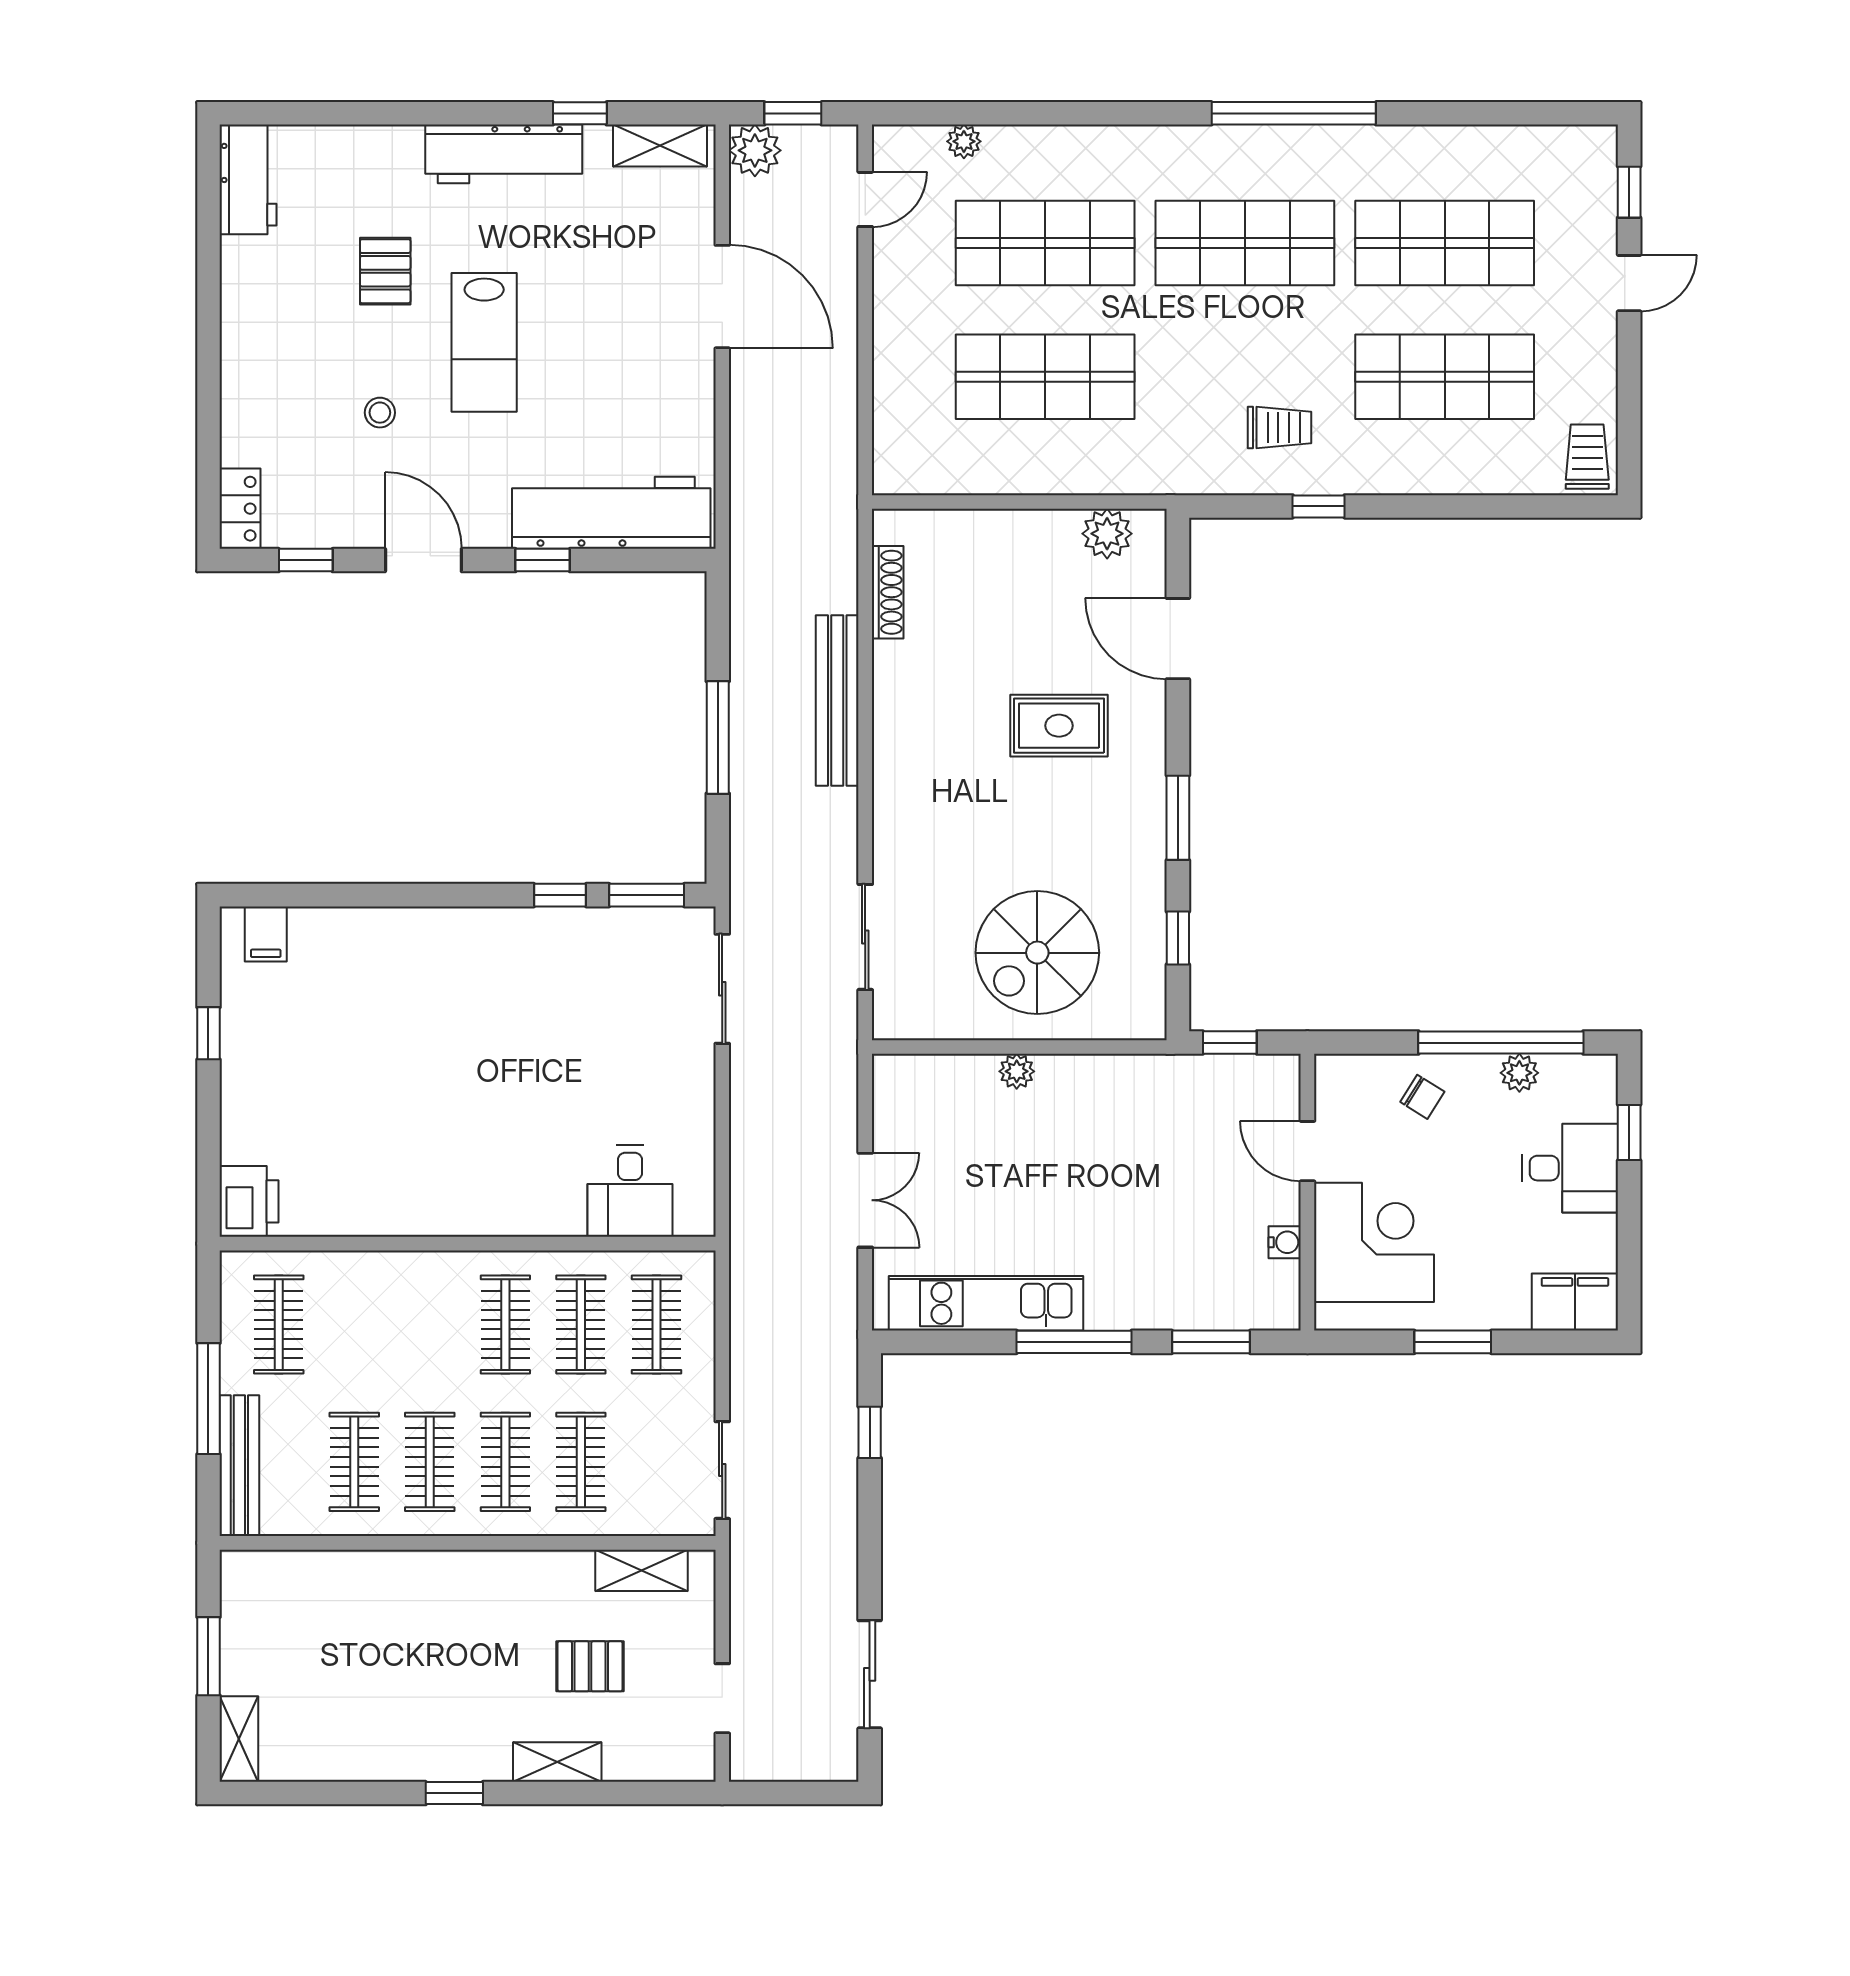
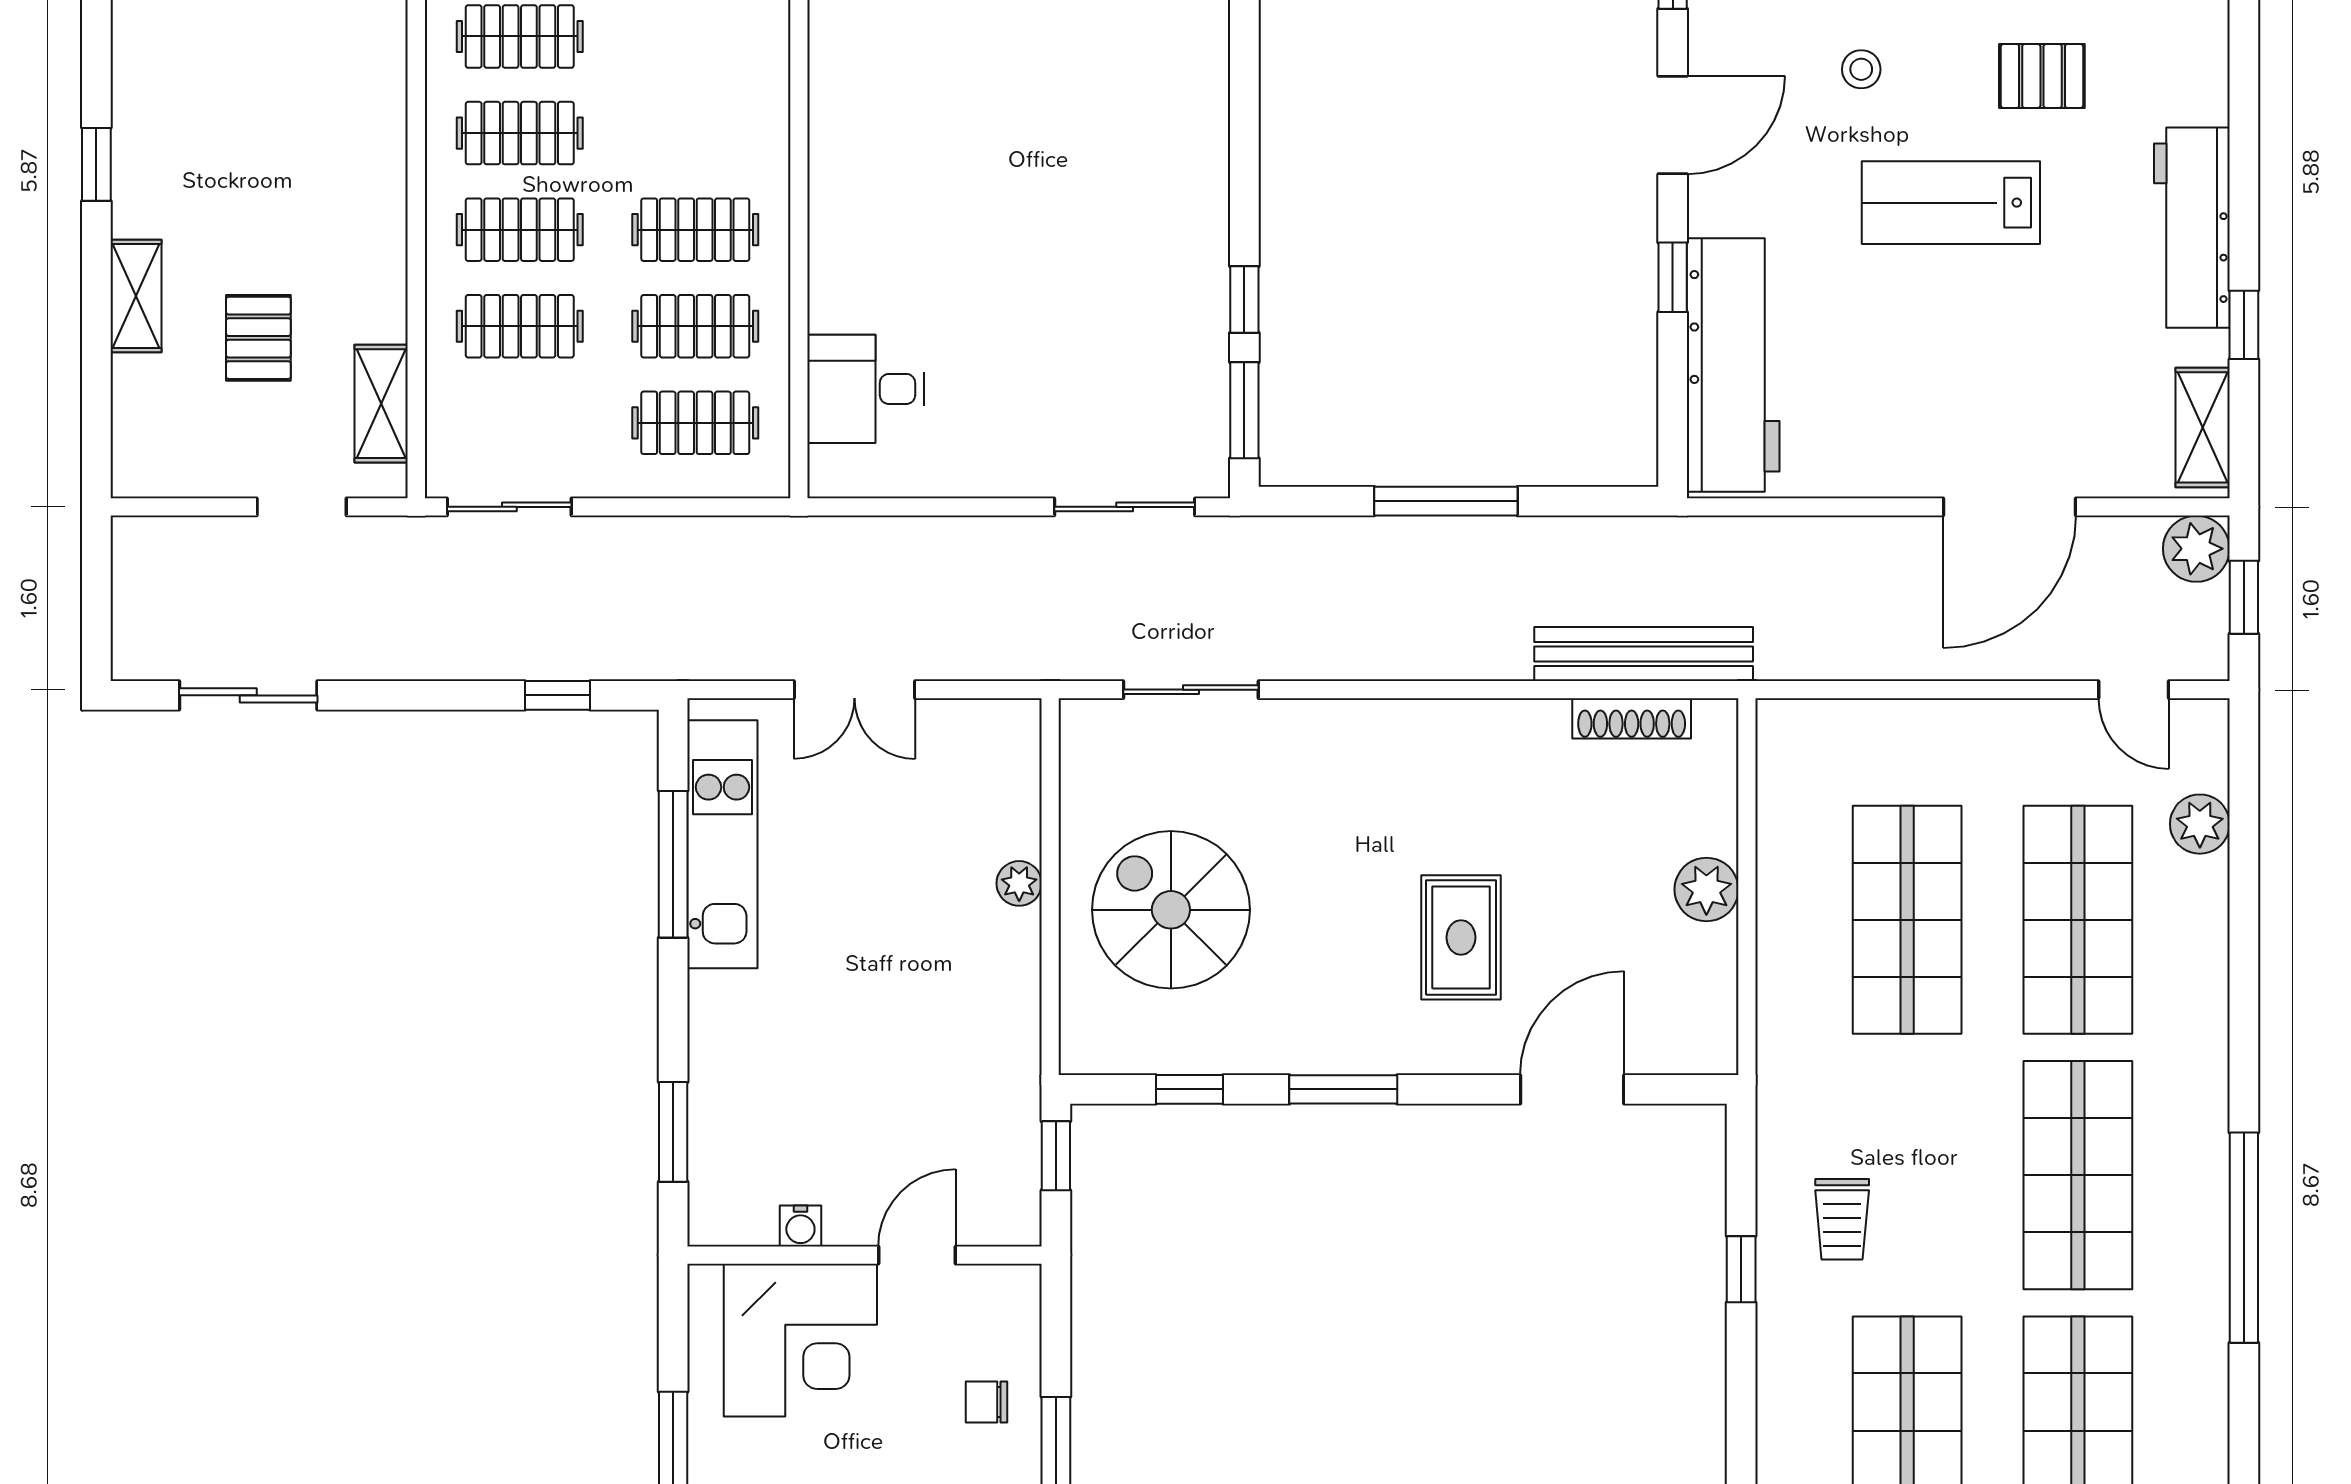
plant: (964, 141) -> (2200, 824), width x1.38, depth x1.38
plant: (1107, 534) -> (1706, 889), moved
bench: (837, 700) -> (1644, 654), moved
chair: (1422, 1097) -> (987, 1402), turned 58
window: (1074, 1342) -> (673, 864), moved
doorway: (722, 1698) -> (302, 507), moved

